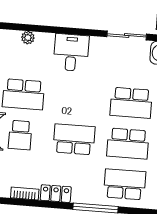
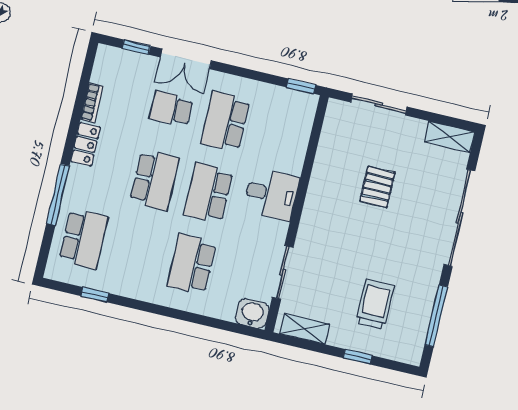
plant: (28, 38) -> (300, 139), removed
school desk: (128, 144) -> (208, 193), moved

